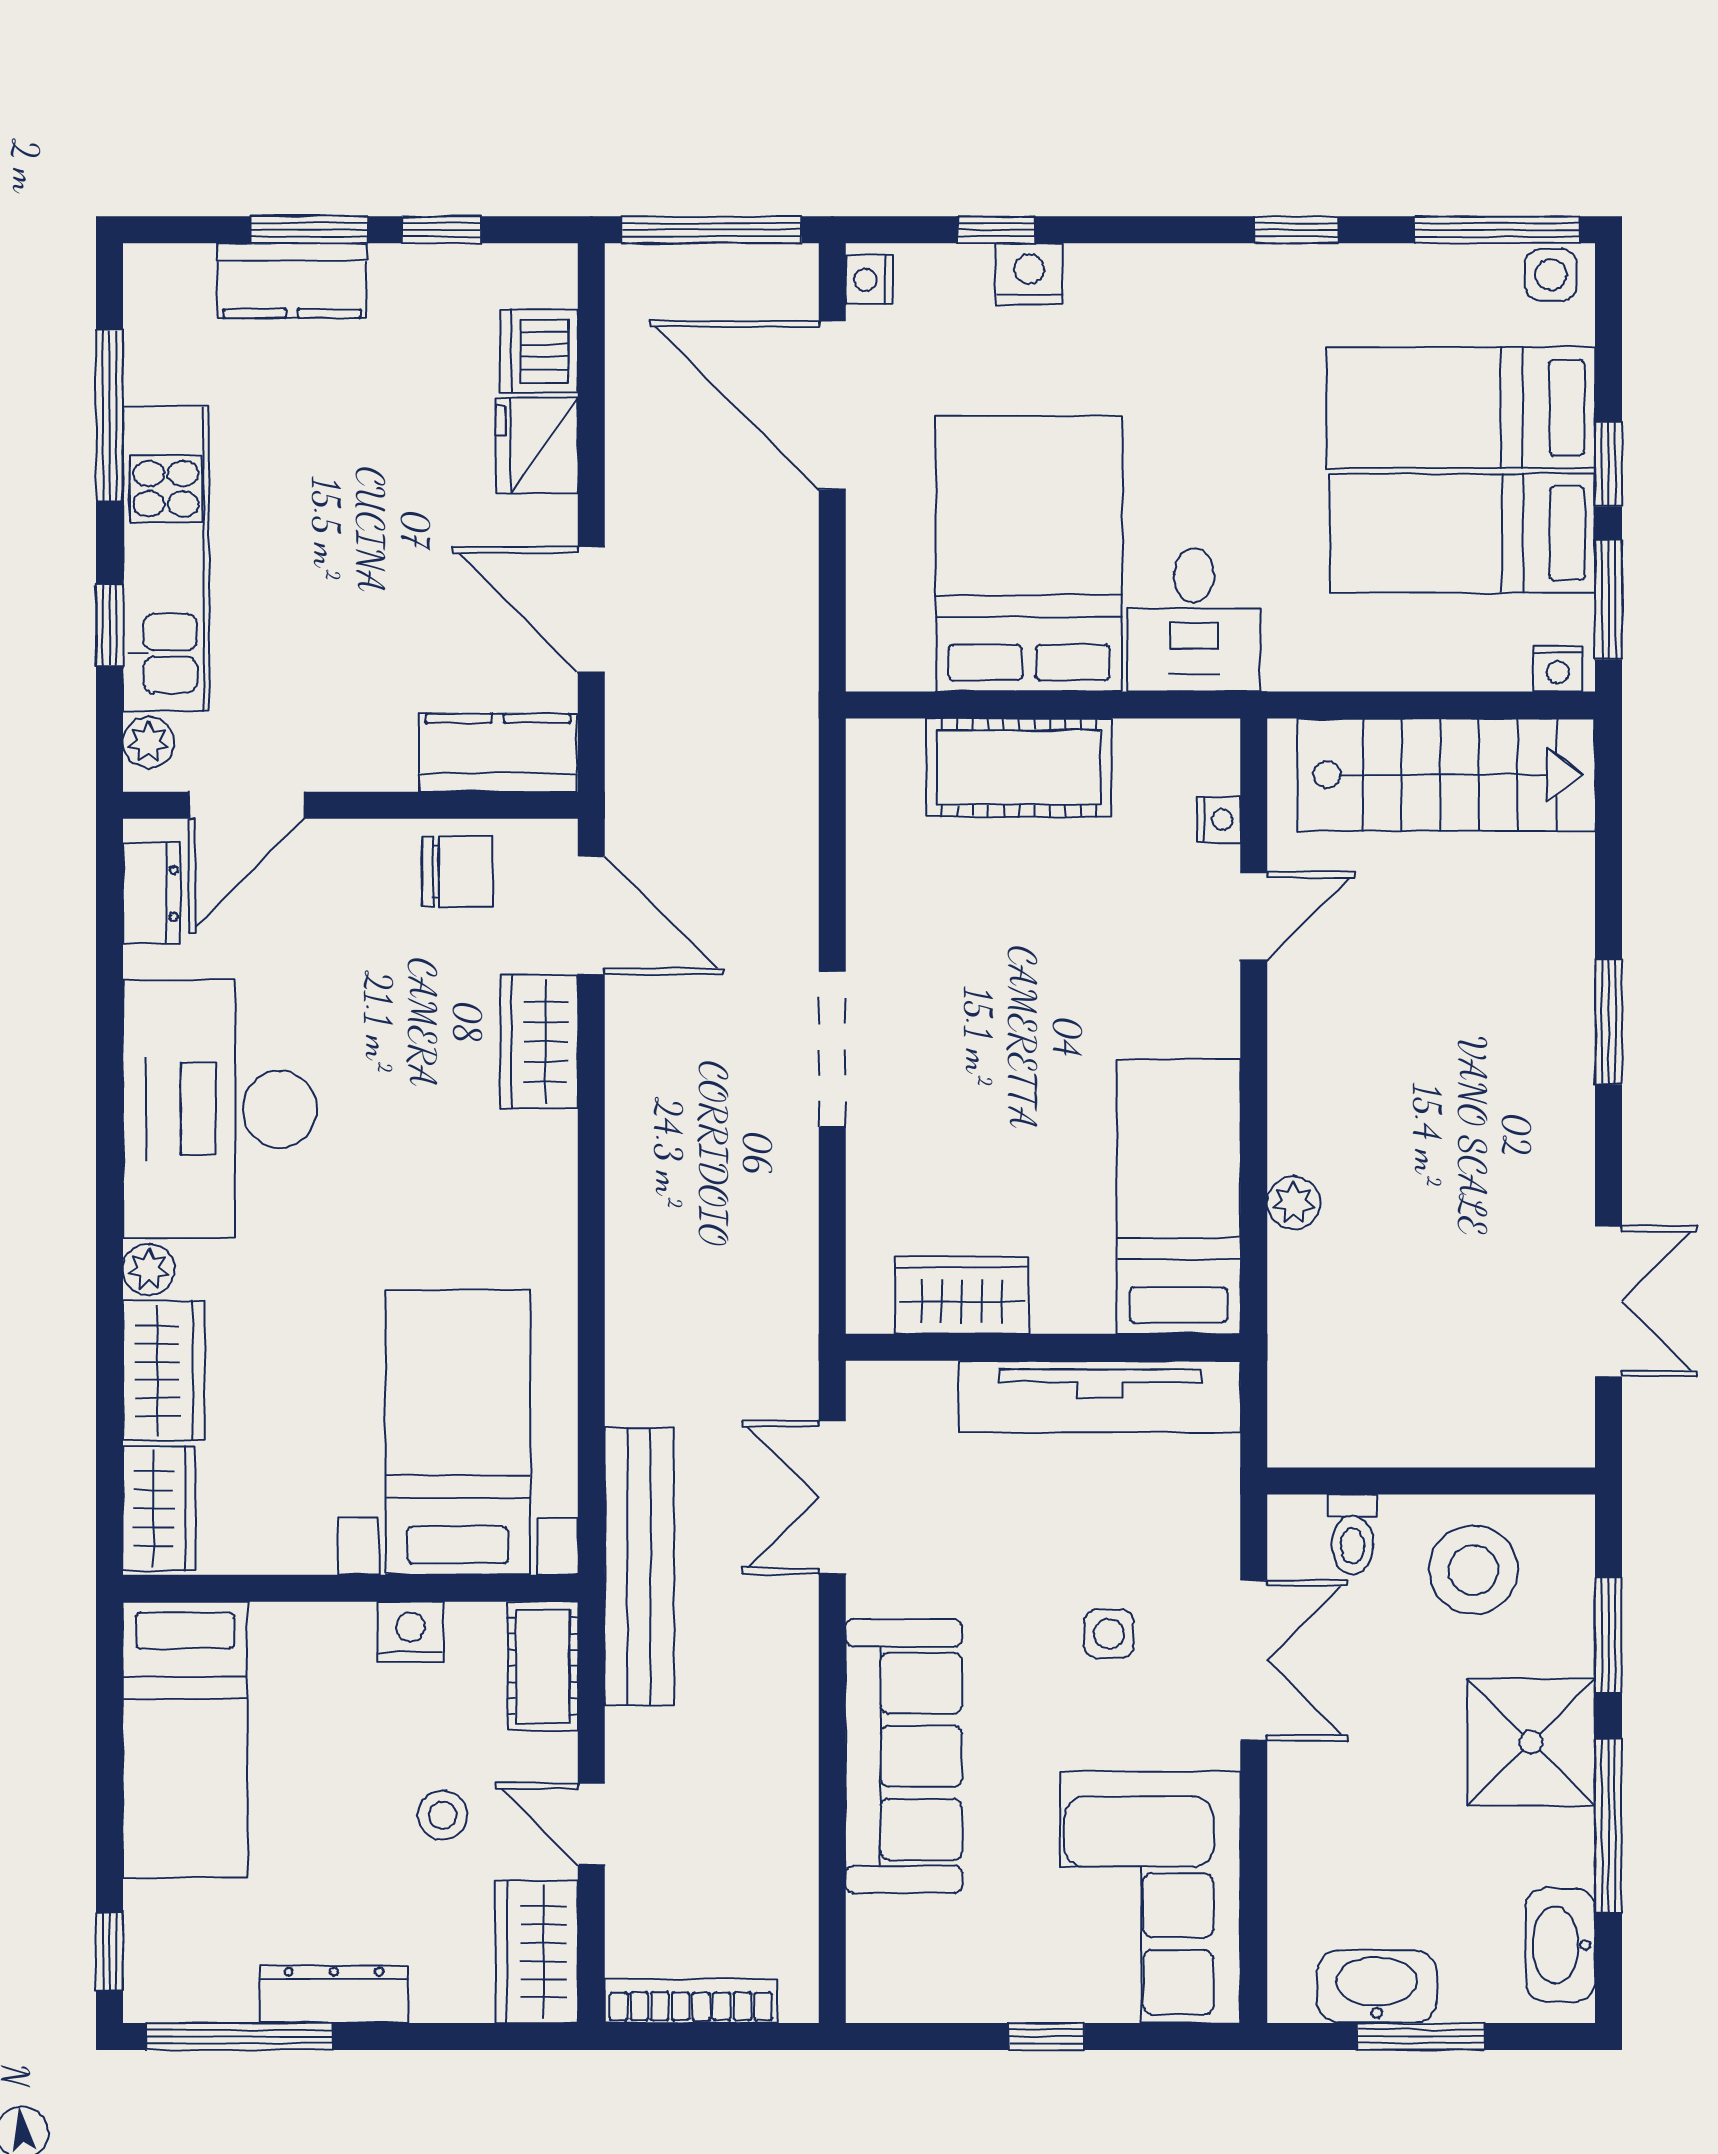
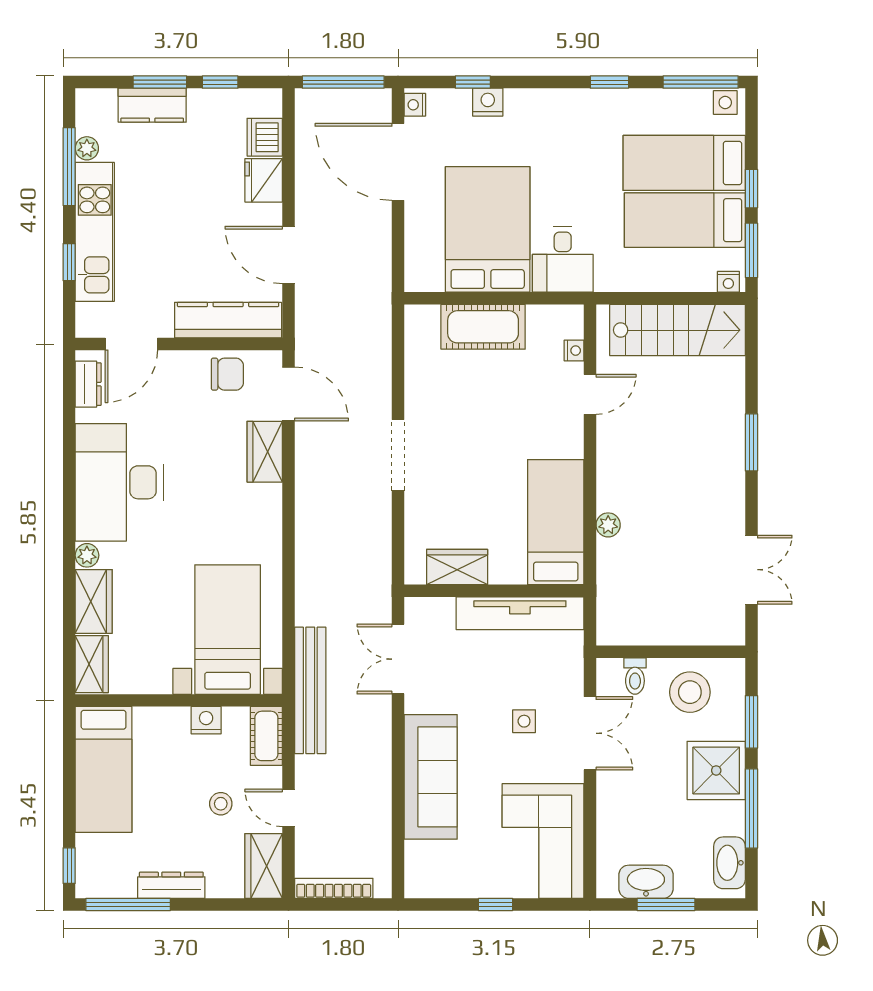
plant: (148, 742) -> (87, 148), moved
kitchen counter: (498, 753) -> (228, 320), width x1.50

